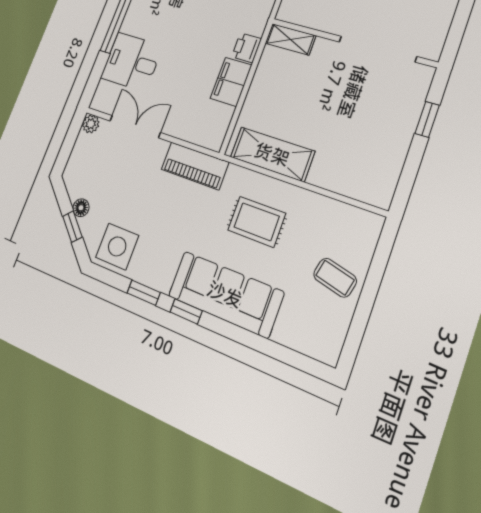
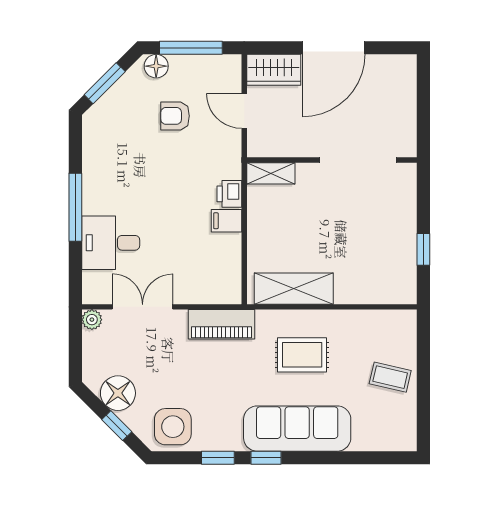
filing cabinet: (231, 82) -> (226, 221), width x0.50
window: (427, 119) -> (423, 249), moved
floor lamp: (81, 208) -> (118, 393), width x1.89, depth x1.89

